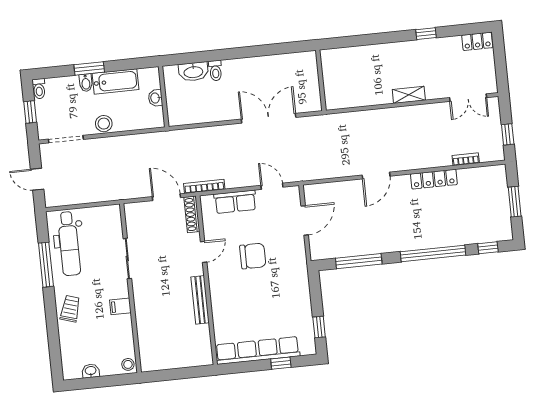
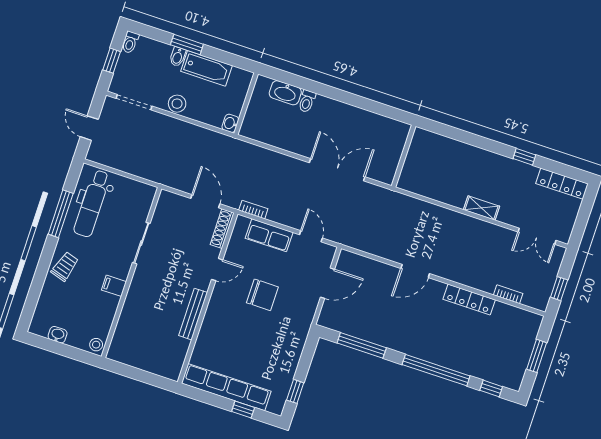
locker: (477, 41) -> (562, 184), width x1.53
washbasin: (155, 98) -> (230, 123), moved
bookcase: (204, 186) -> (253, 210), width x0.64

